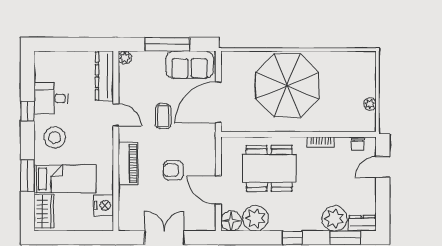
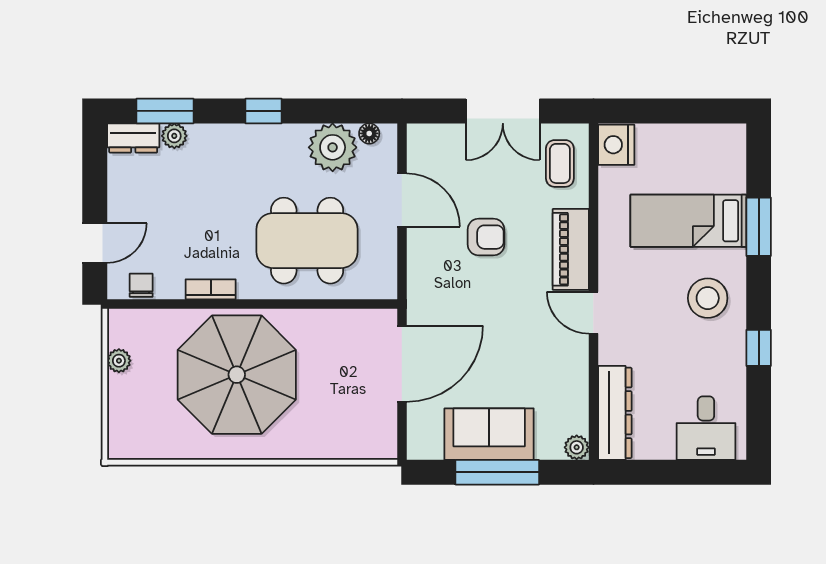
sofa: (190, 65) -> (489, 434), moved
parasol: (287, 86) -> (237, 375), moved
desk: (51, 98) -> (706, 428), moved, turned 90
door: (116, 115) -> (593, 313), moved
coffee table: (163, 116) -> (560, 163), moved
nightstand: (104, 205) -> (616, 145), moved
wardrobe: (44, 211) -> (728, 160), removed
plant: (334, 218) -> (174, 136), width x0.53, depth x0.53
floor lamp: (231, 221) -> (369, 133), width x0.53, depth x0.53

